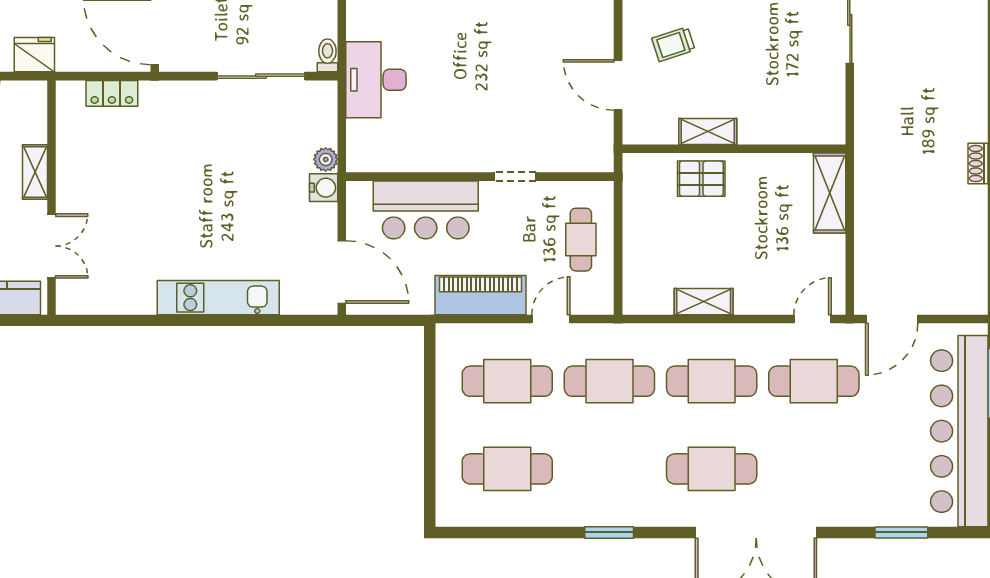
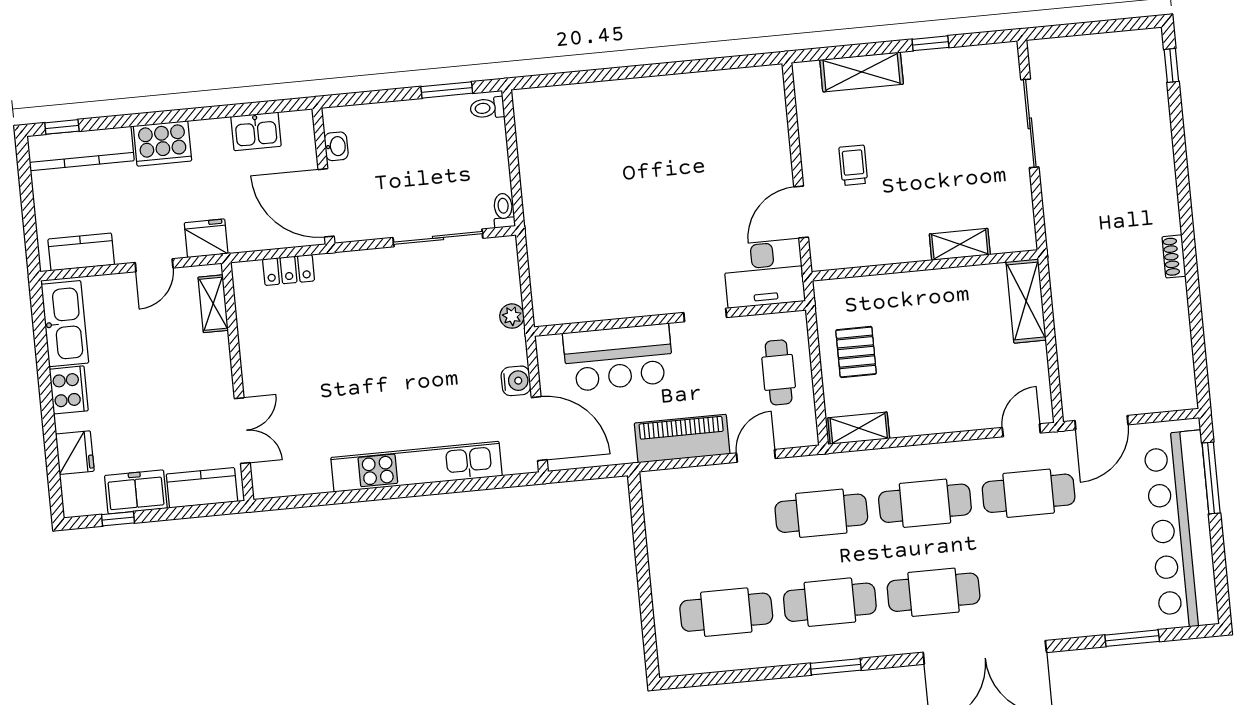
trolley: (673, 44) -> (853, 165), turned 108
desk: (376, 80) -> (764, 274), moved, turned -90
door: (618, 85) -> (801, 212), hinge flipped
shelving: (708, 132) -> (960, 244), moved
shelving: (35, 172) -> (213, 304), moved
pallet: (701, 179) -> (856, 352), moved, turned 90
water cooler: (324, 188) -> (516, 381), moved
kitchen unit: (218, 298) -> (416, 467), width x1.36
shelving: (704, 302) -> (859, 428), moved
cafe table: (507, 381) -> (830, 602), moved

